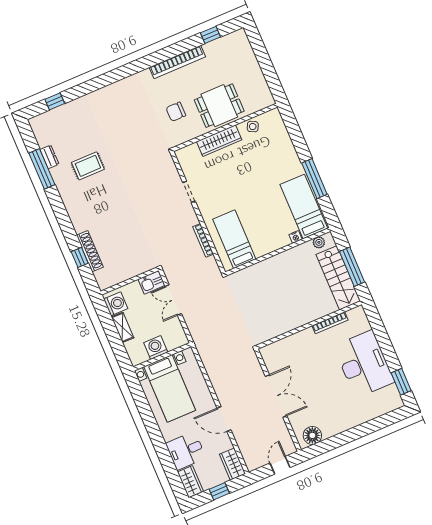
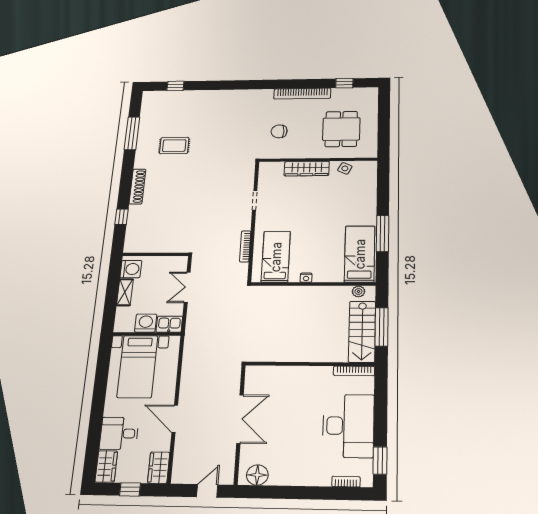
dining table: (219, 106) -> (341, 129), moved, turned 90
dresser: (49, 157) -> (144, 126), removed
nightstand: (296, 237) -> (306, 278), moved
shoe rack: (90, 251) -> (137, 187), moved
kitchen sink: (152, 282) -> (169, 324), moved, turned 180
bookcase: (330, 323) -> (354, 371), moved
bookcase: (383, 410) -> (346, 482), added

